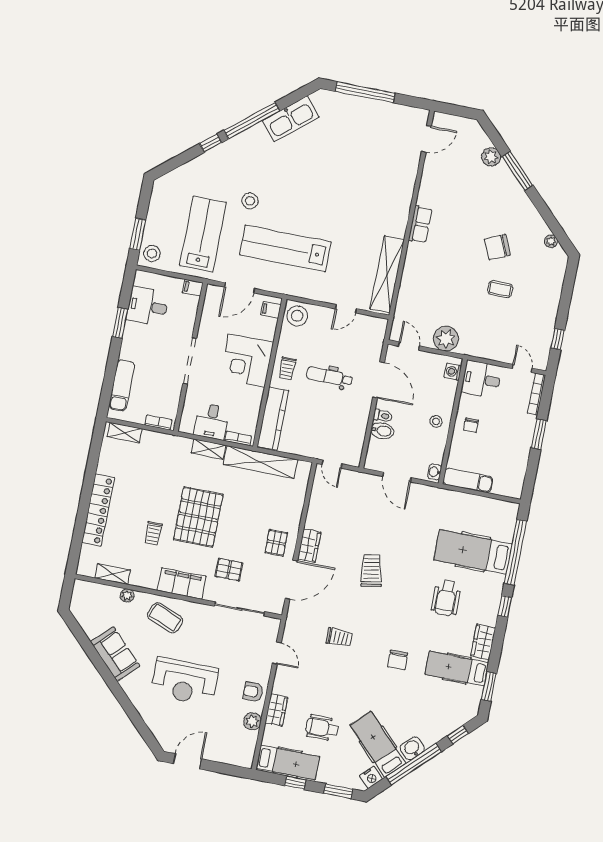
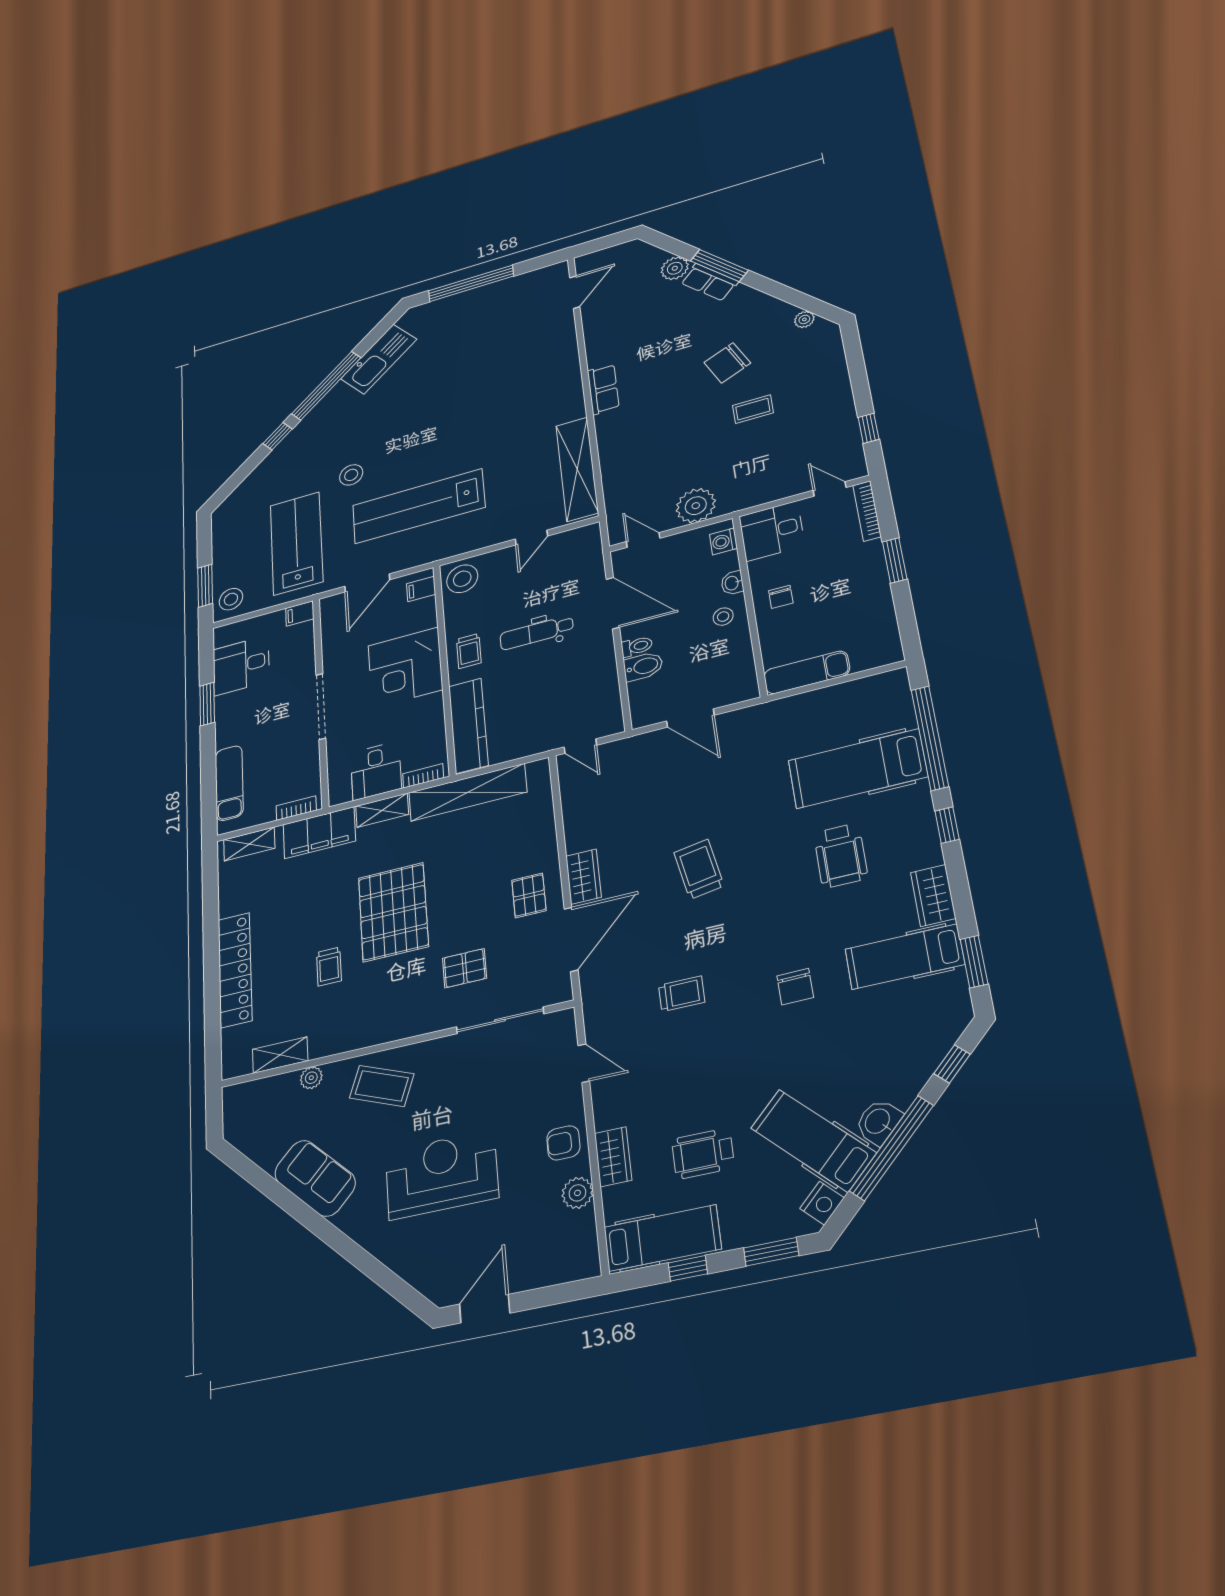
row of seats: (507, 180) -> (709, 282), added
washbasin: (434, 472) -> (732, 583), moved
filing cabinet: (182, 583) -> (319, 833), moved, turned 180
reception desk: (184, 681) -> (442, 1175), turned 180

